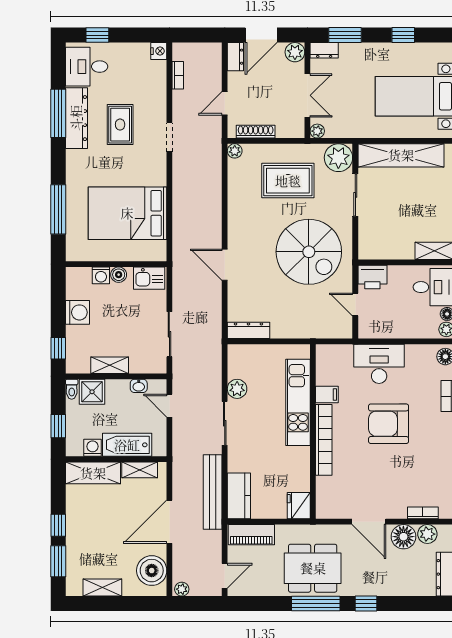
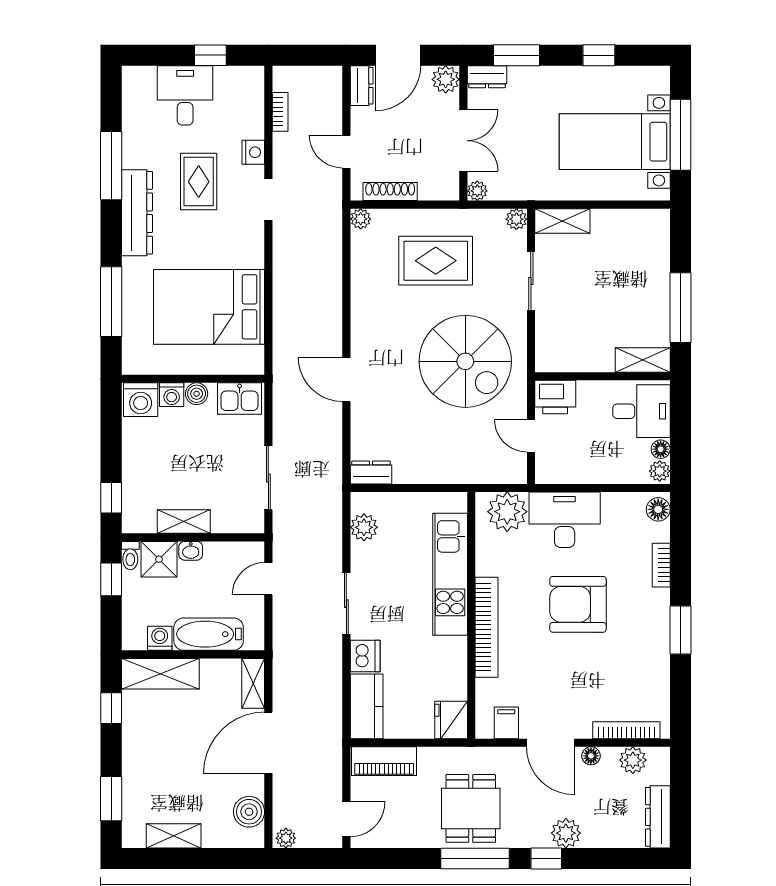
window: (97, 35) -> (210, 55), moved
nightstand: (159, 51) -> (253, 152), moved
desk: (87, 67) -> (185, 95), moved, turned 90
door: (225, 103) -> (346, 152), hinge flipped
dresser: (76, 118) -> (137, 213), moved
shelving: (401, 155) -> (562, 221), width x0.45, depth x0.75
plant: (338, 158) -> (516, 219), width x0.53, depth x0.53
washing machine: (77, 312) -> (141, 400), moved, turned 90
dresser: (248, 330) -> (371, 472), width x0.70
plant: (338, 358) -> (507, 512), added
washbasin: (139, 386) -> (191, 551), moved
plant: (237, 389) -> (364, 527), moved
filing cabinet: (327, 394) -> (506, 723), moved, turned -90
door: (169, 406) -> (268, 579), hinge flipped
window: (58, 426) -> (111, 579), moved
dishwasher: (238, 460) -> (365, 656), added
shelving: (140, 470) -> (253, 683), moved, turned 90
bench: (213, 492) -> (329, 701), removed
bookcase: (423, 513) -> (626, 730), width x1.56
window: (58, 525) -> (111, 708), moved
floor lamp: (403, 537) -> (591, 756), width x0.53, depth x0.53
dining table: (313, 568) -> (471, 808), width x0.73
boiler: (152, 571) -> (249, 812), width x0.73, depth x0.73
plant: (380, 586) -> (566, 833), added

